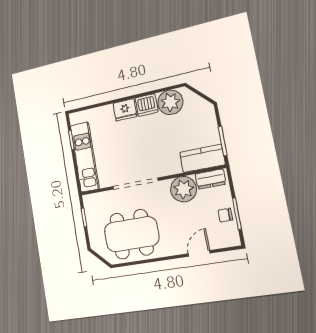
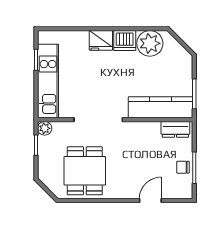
kitchen counter: (202, 158) -> (160, 107), width x1.50
plant: (184, 189) -> (45, 128), moved, width x0.53, depth x0.53
dining table: (131, 234) -> (85, 171), width x0.73

